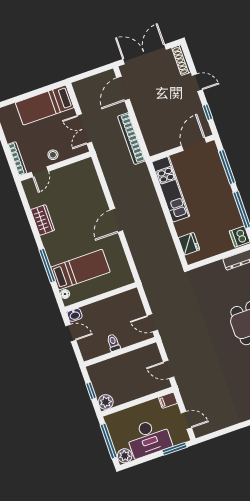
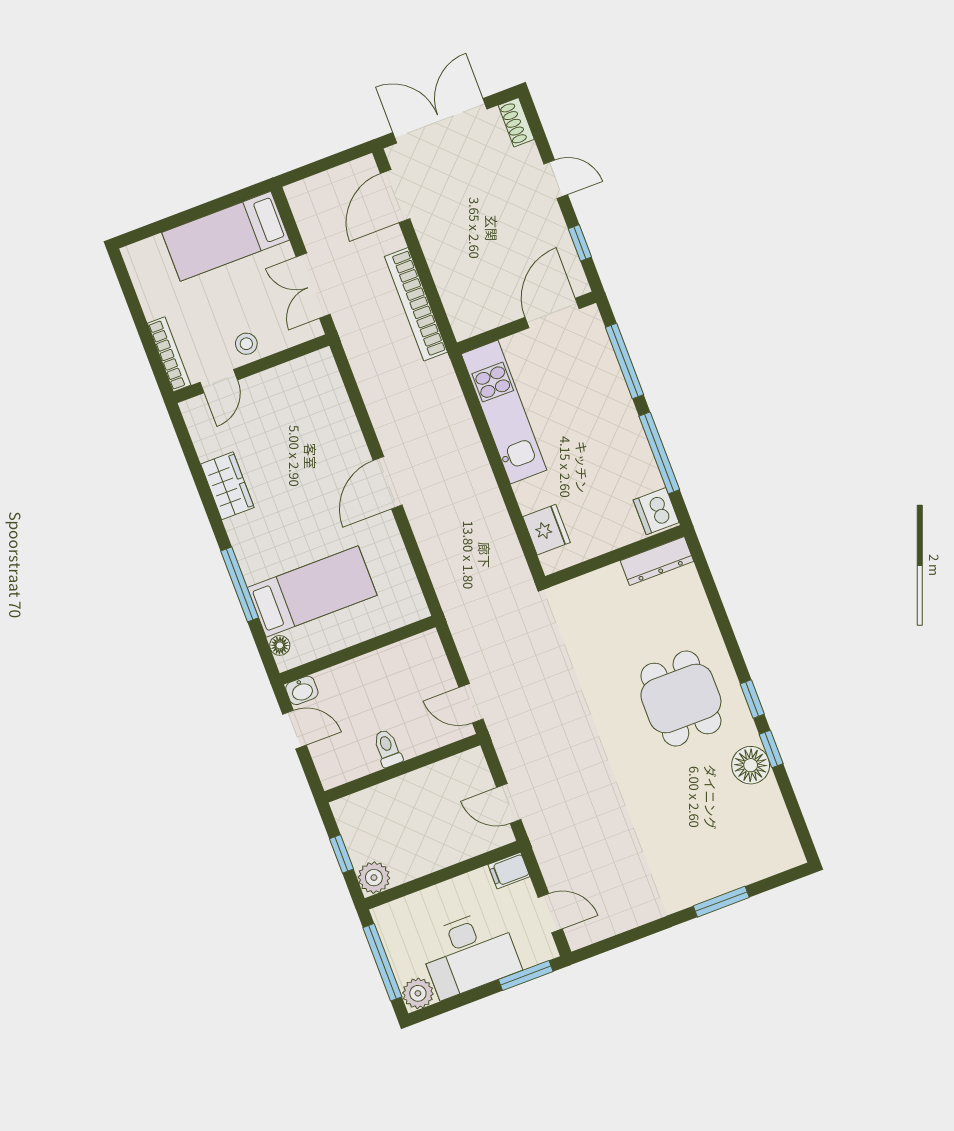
shoe rack: (181, 60) -> (516, 122), width x0.70

